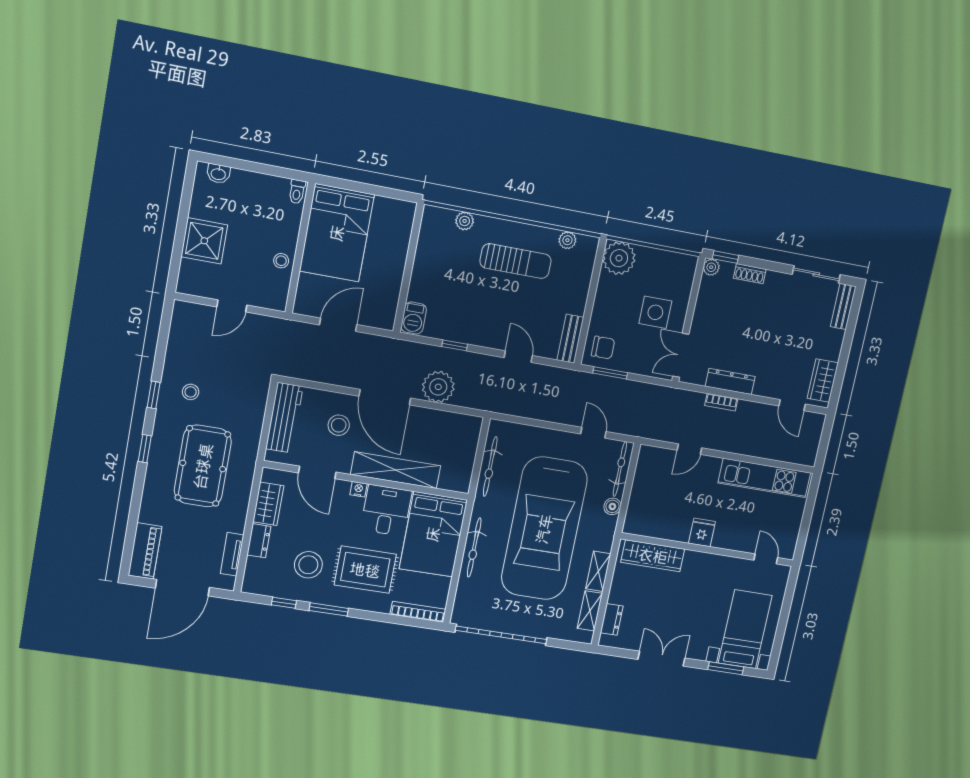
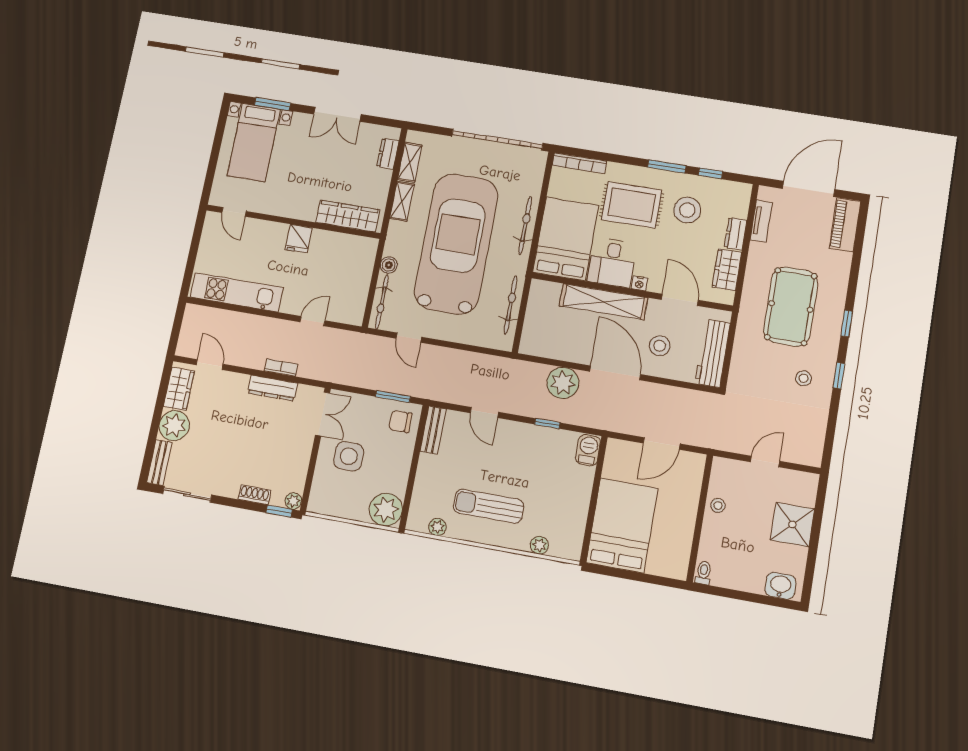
washbasin: (218, 174) -> (780, 586), width x1.38, depth x1.45
bed: (337, 233) -> (622, 525), moved
plant: (828, 344) -> (174, 426), added

